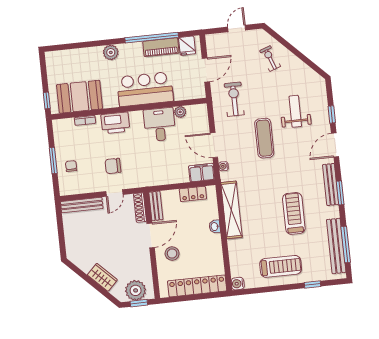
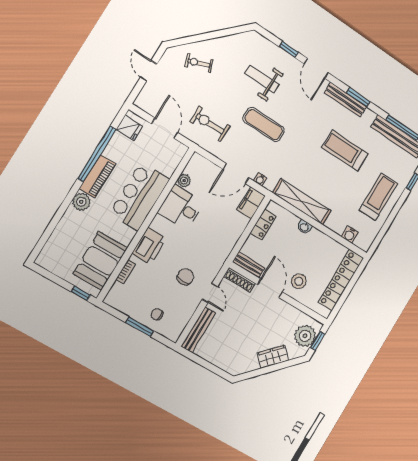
piano: (161, 47) -> (98, 176), moved
chair: (113, 166) -> (185, 277), turned 180
water cooler: (238, 284) -> (350, 235), moved

